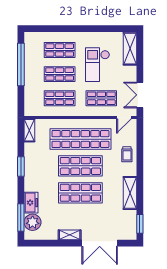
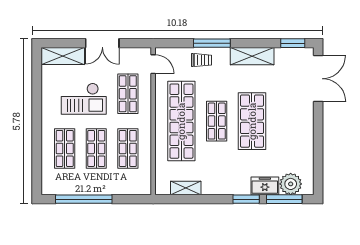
double door: (140, 95) -> (102, 43), moved
shelving: (29, 130) -> (186, 188), moved
window: (140, 162) -> (212, 43), added
shop shelf: (80, 166) -> (217, 121), width x0.70, depth x0.74
window: (21, 167) -> (246, 199), moved
shelving: (70, 235) -> (307, 135), removed
double door: (100, 243) -> (318, 79), moved

